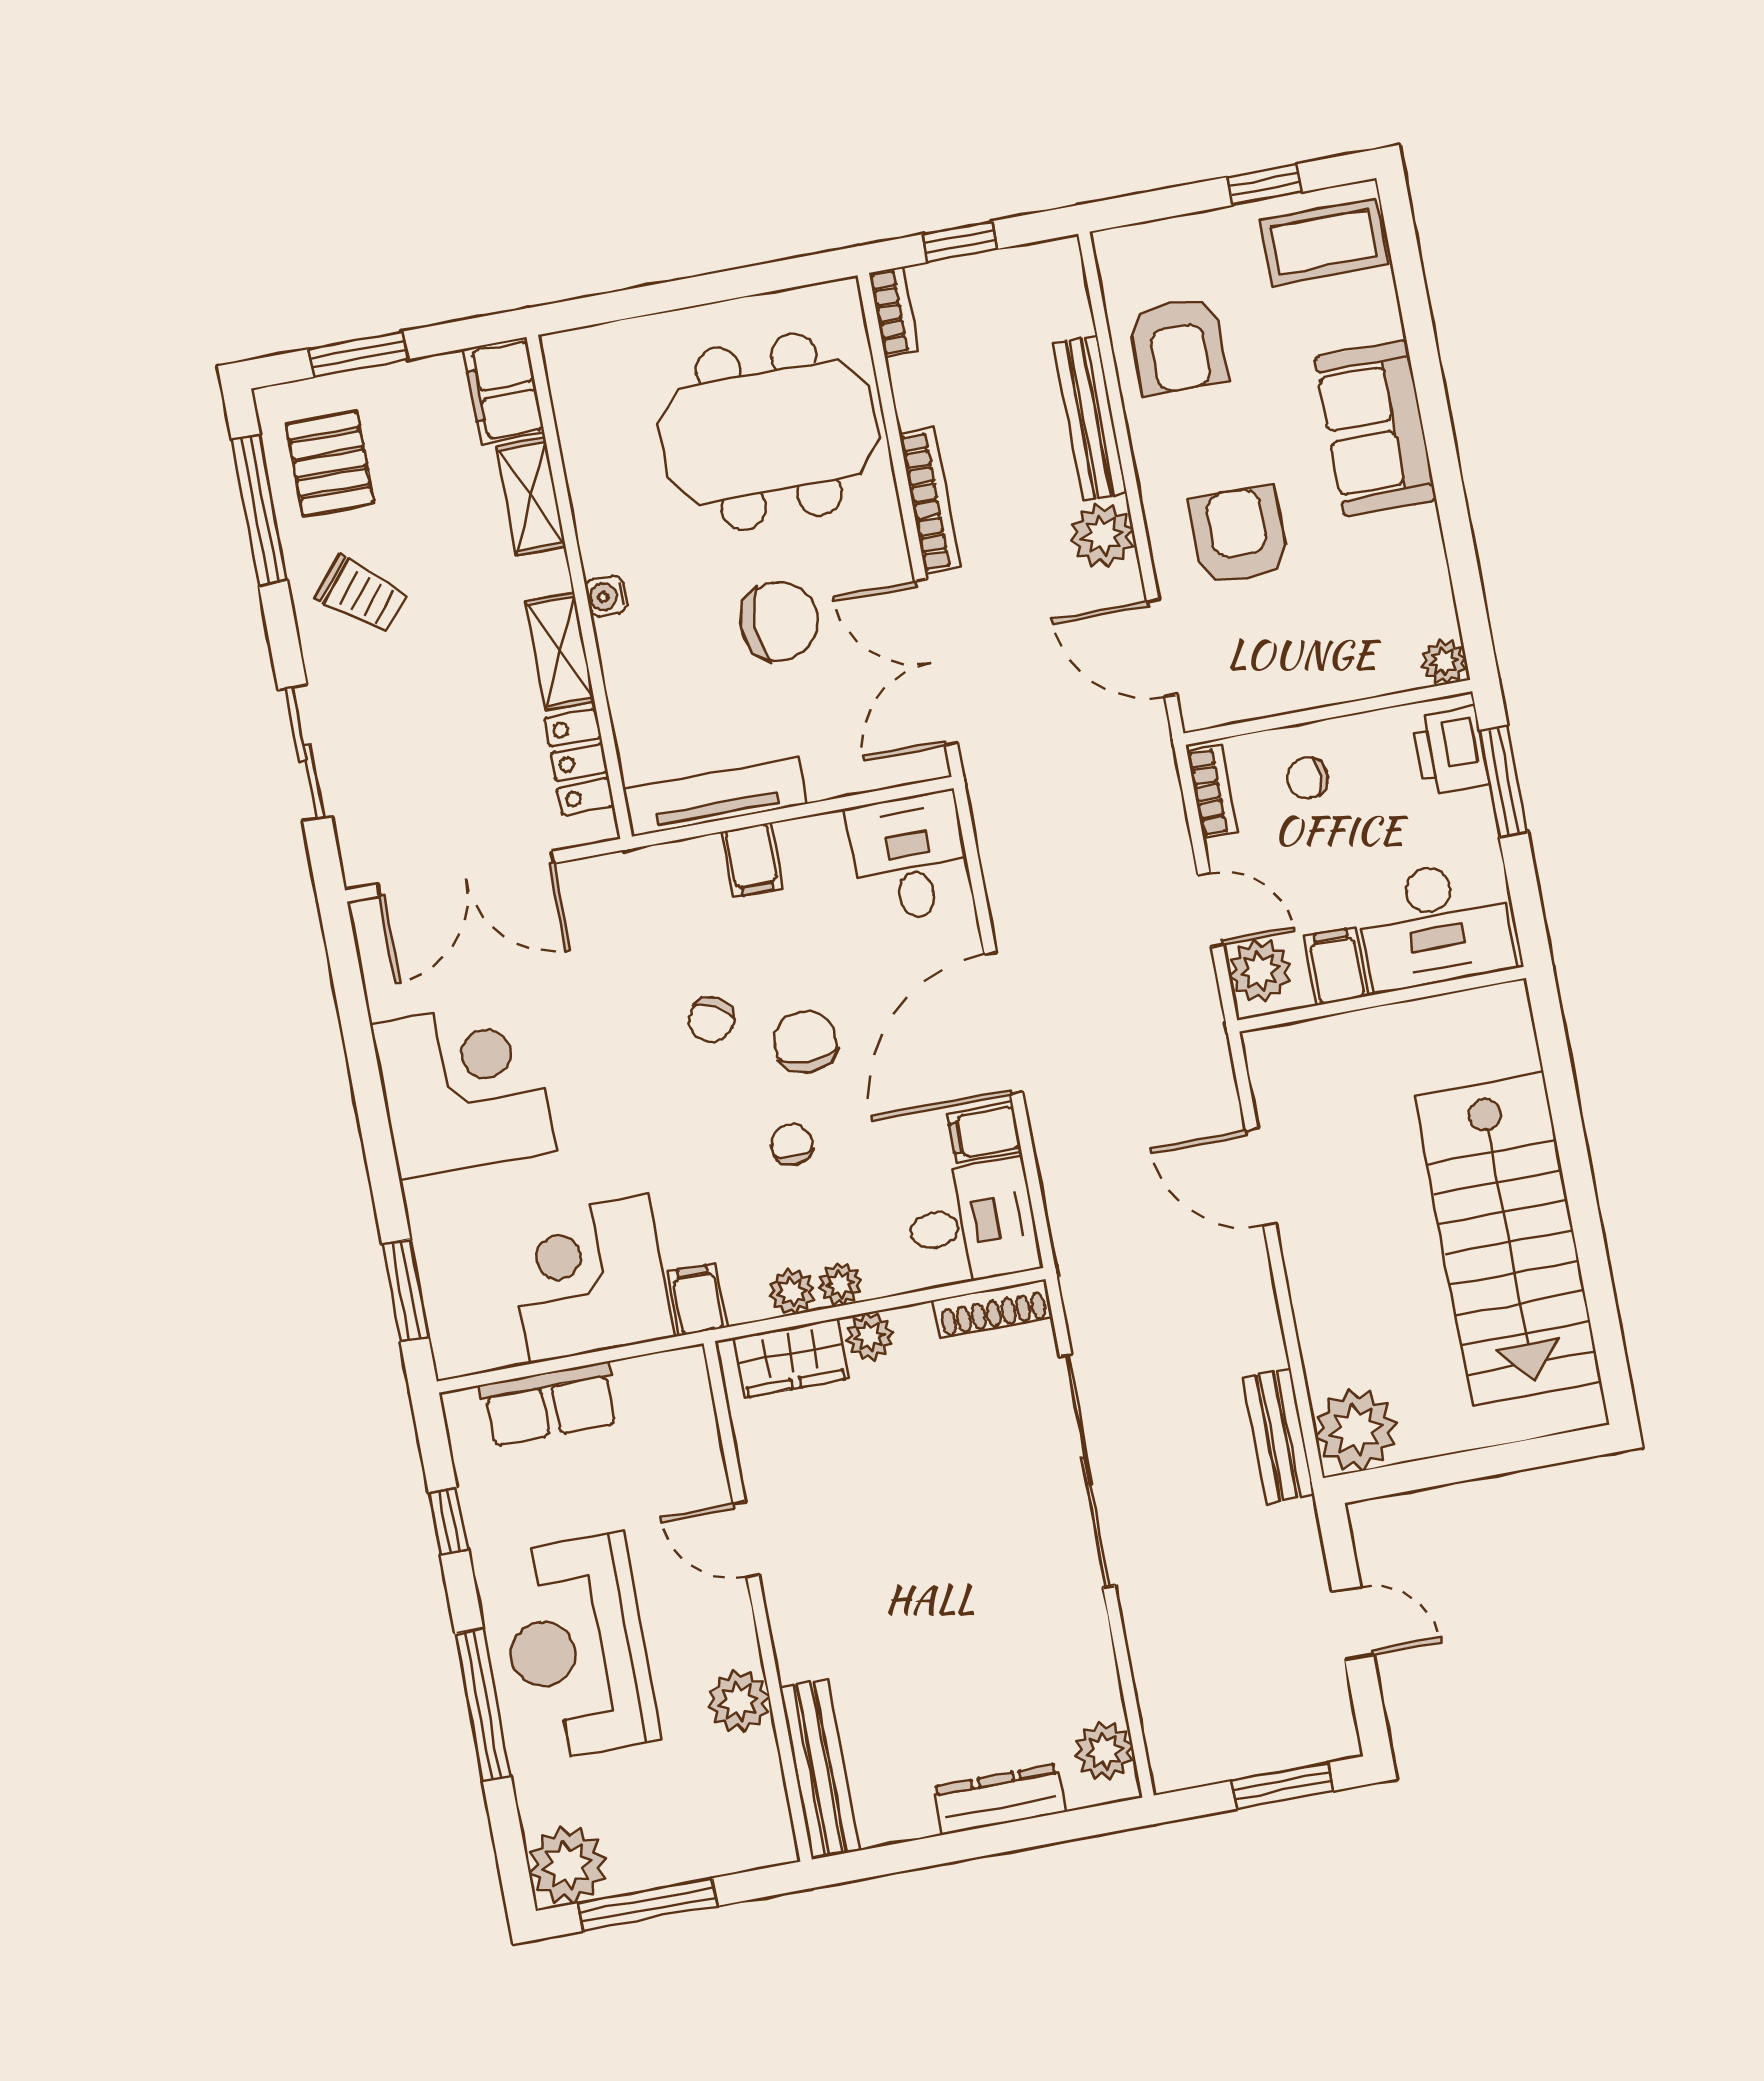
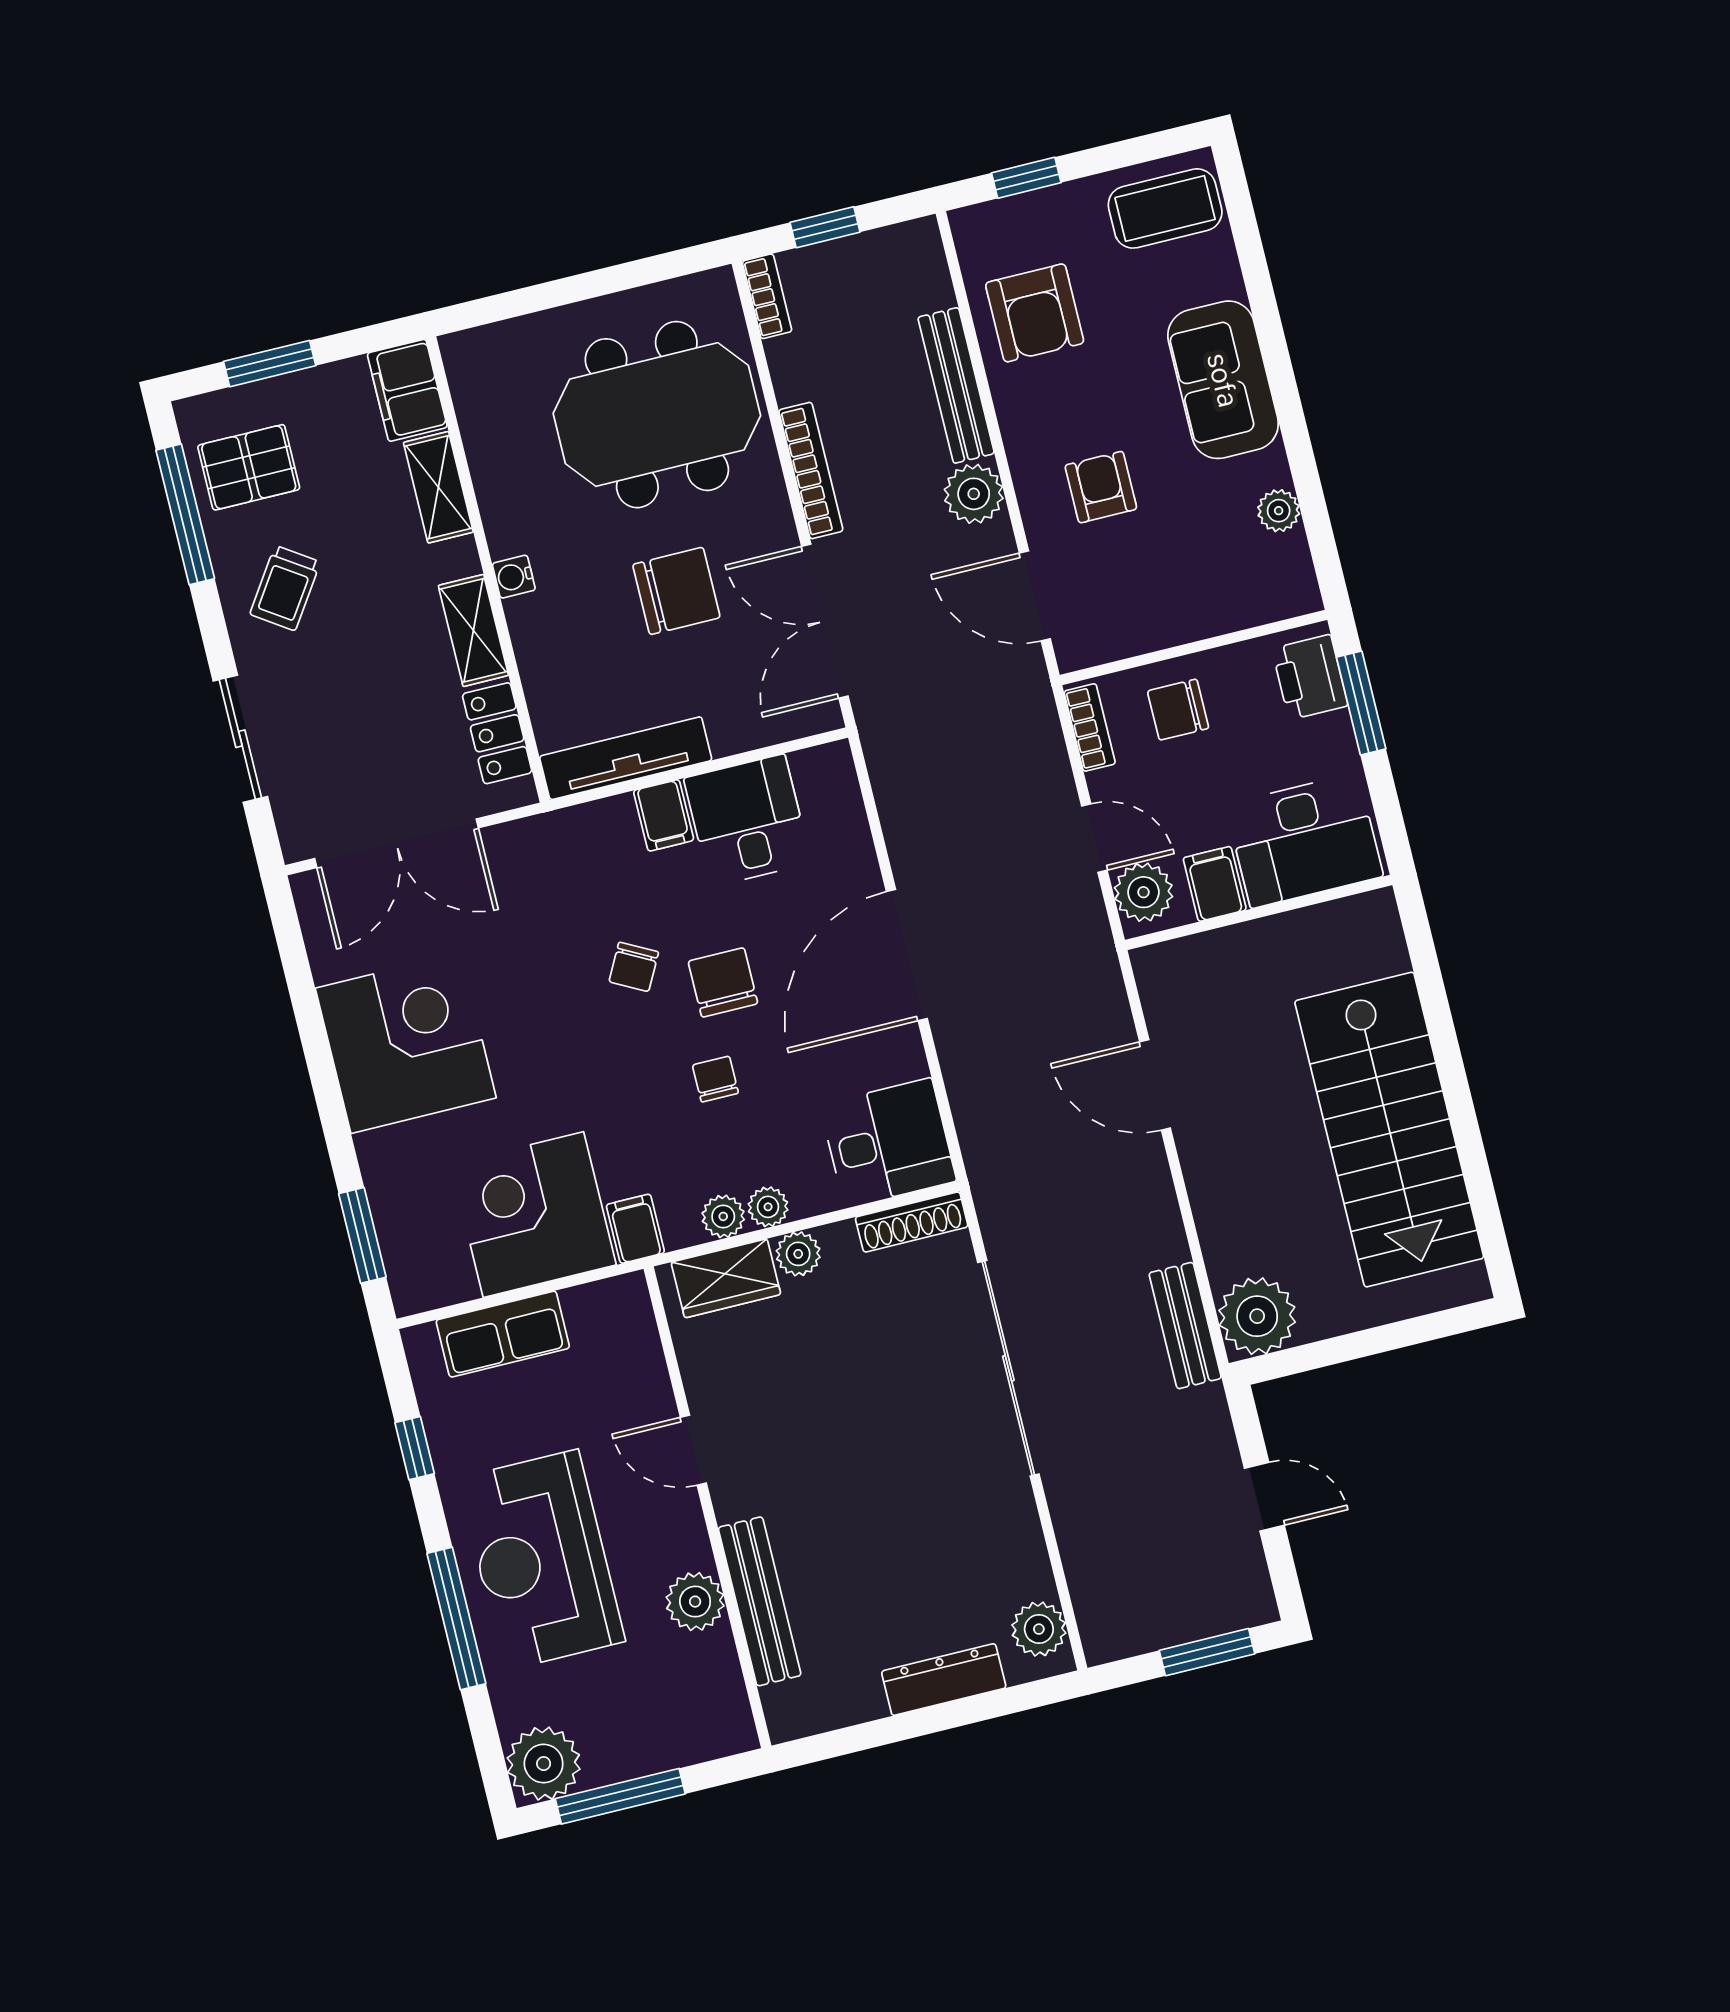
window: (1265, 185) -> (1026, 178), moved
pallet: (330, 464) -> (249, 467), turned 90
armchair: (1239, 536) -> (1101, 487), width x0.72, depth x0.72
trolley: (362, 595) -> (285, 588), turned 85
plant: (1444, 662) -> (1279, 511), moved
chair: (1308, 778) -> (1178, 710), width x1.37, depth x1.37
desk: (910, 858) -> (747, 821), moved
filing cabinet: (984, 1133) -> (895, 1058), removed
bench: (820, 1769) -> (760, 1601), moved

